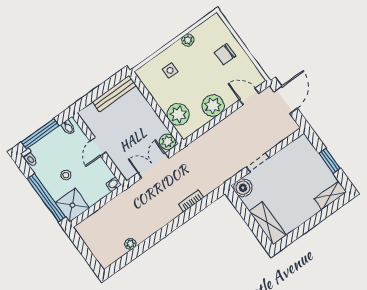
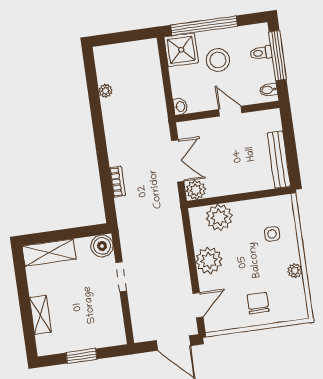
toilet: (29, 158) -> (261, 53), moved
stool: (66, 175) -> (218, 60), width x1.89, depth x1.89
shelving: (330, 195) -> (40, 315), moved

